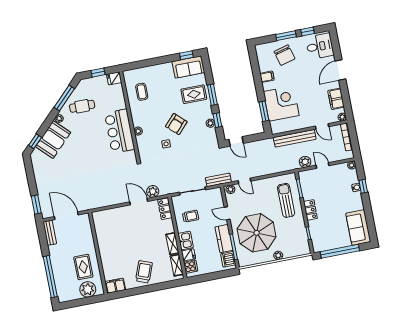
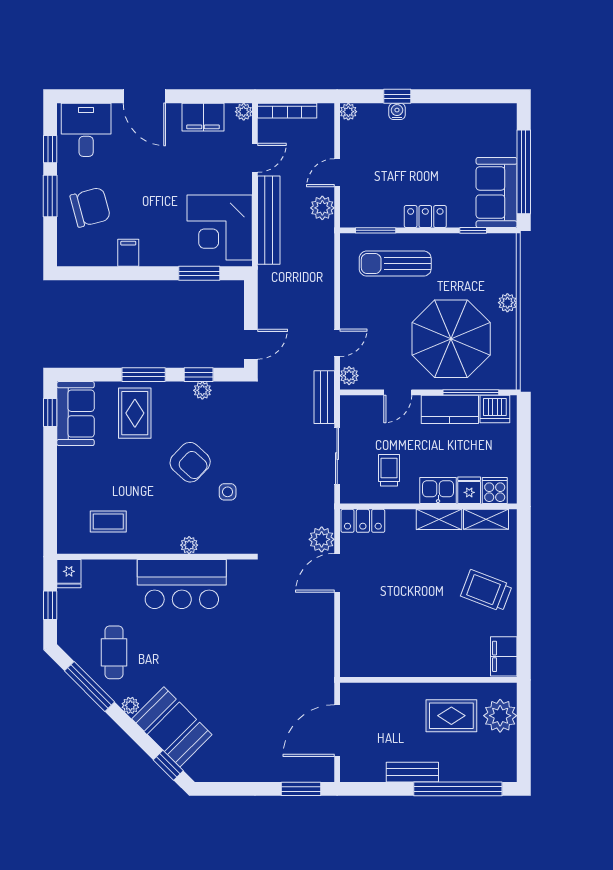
corner desk: (281, 103) -> (220, 228), moved, turned -90
sofa: (358, 227) -> (497, 193), moved, turned 90
bench: (50, 233) -> (412, 772), moved

